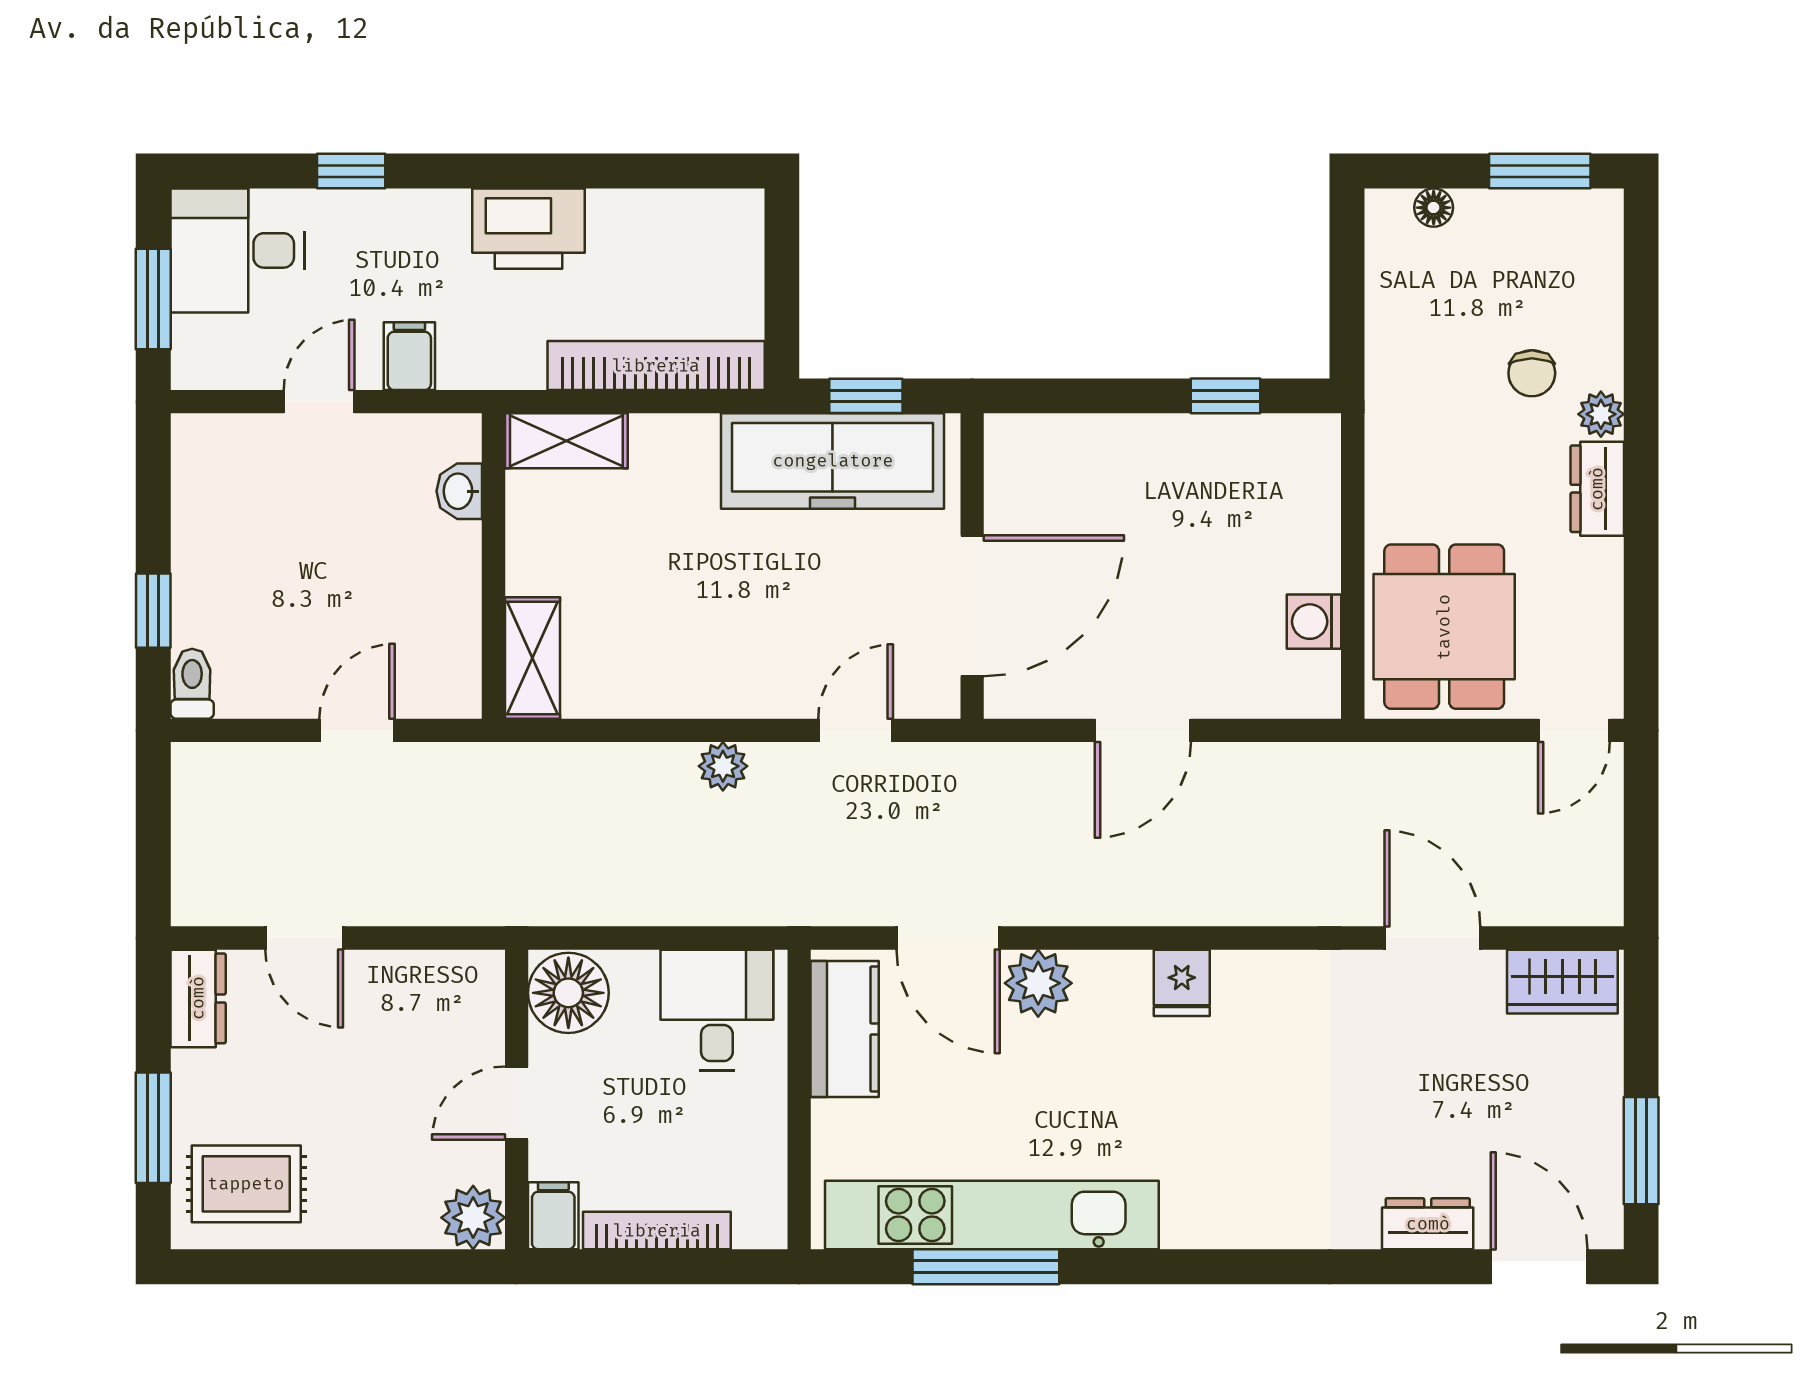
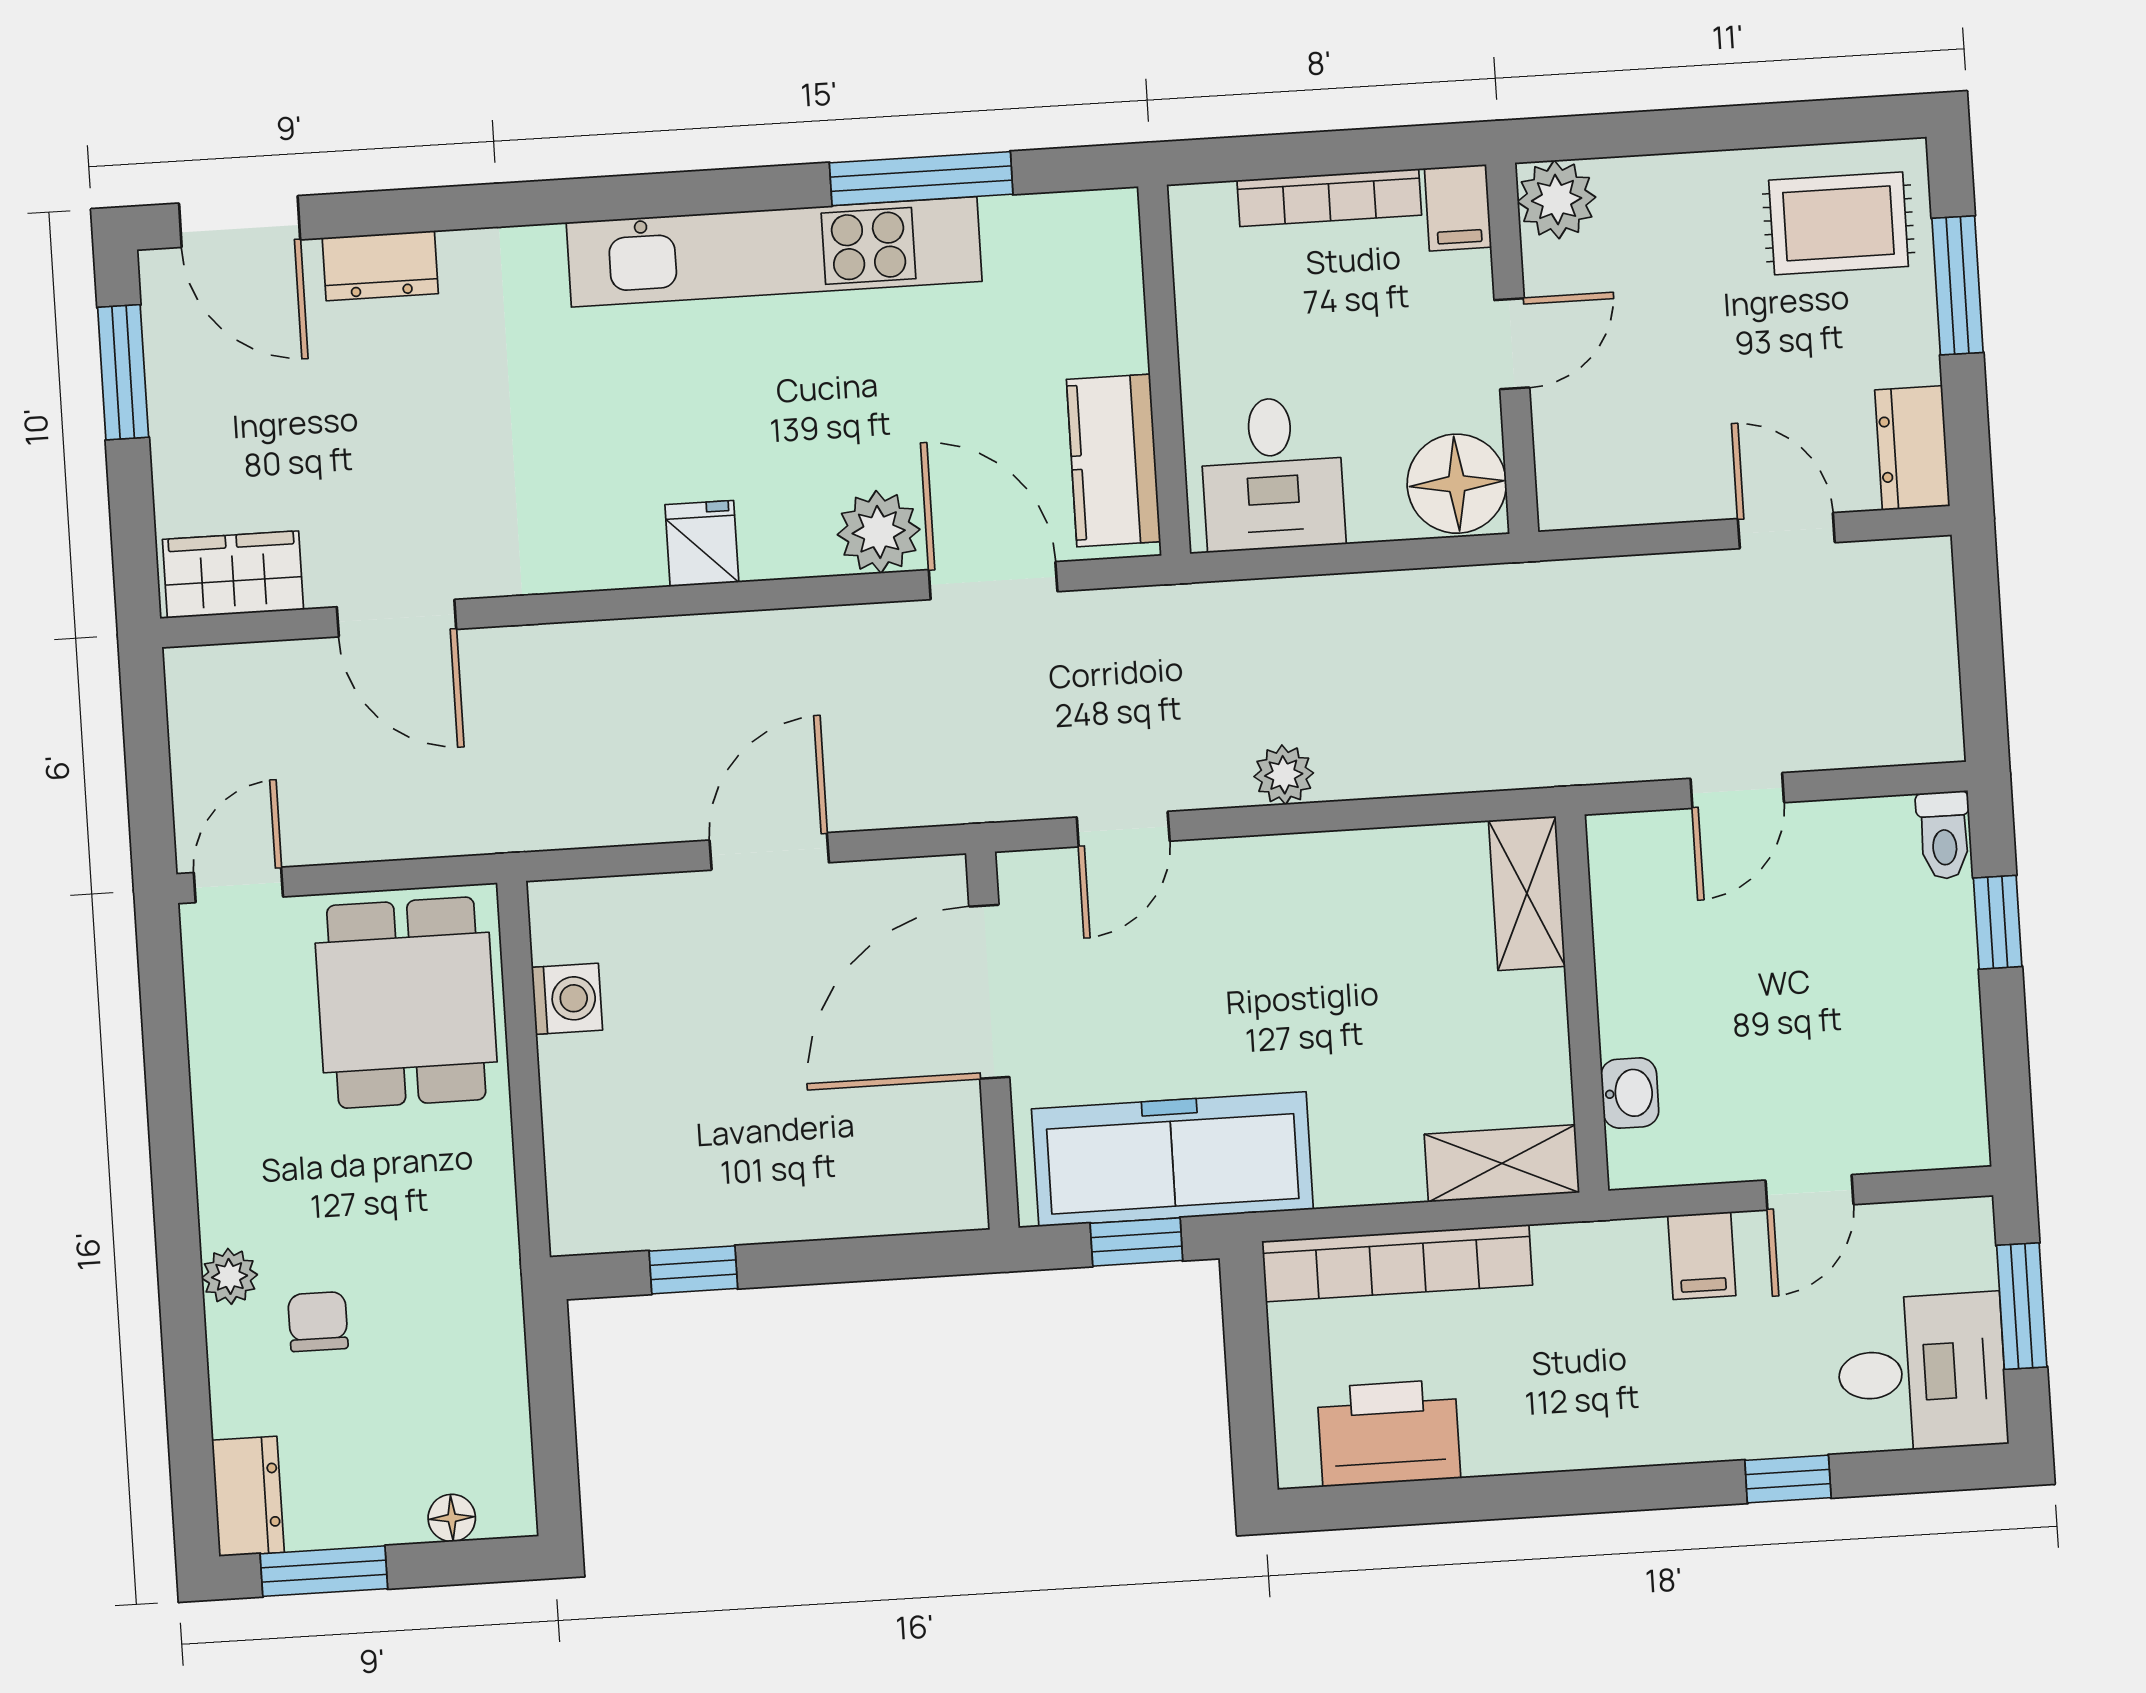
printer: (528, 229) -> (1389, 1433), moved
dresser: (1597, 489) -> (248, 1496), moved
kitchen unit: (992, 1215) -> (774, 252), moved

